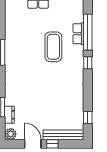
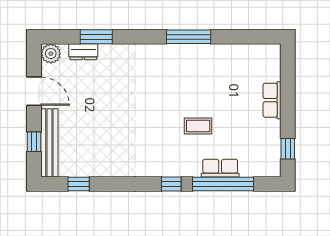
coffee table: (53, 47) -> (198, 126), width x0.54, depth x0.58
door: (33, 144) -> (34, 91), hinge flipped
window: (52, 144) -> (34, 142), moved

